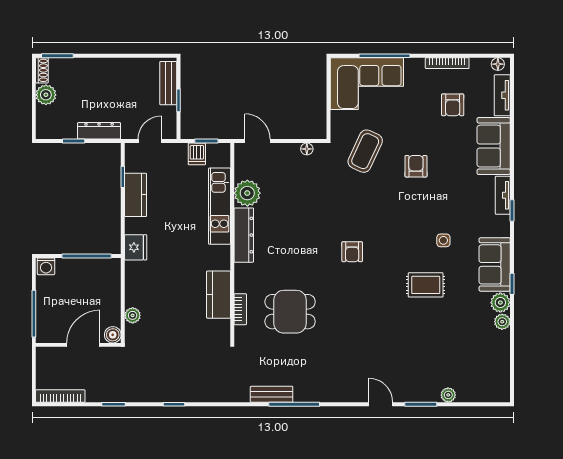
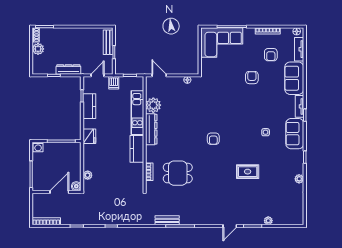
coffee table: (365, 151) -> (221, 81), removed
dishwasher: (197, 154) -> (114, 83), moved
armchair: (416, 166) -> (252, 78), moved
sofa: (495, 264) -> (295, 134), moved
rug: (426, 285) -> (248, 172), moved
kitchen counter: (218, 295) -> (137, 149), moved
plant: (500, 303) -> (298, 168), removed
door: (381, 404) -> (230, 226), swing flipped

